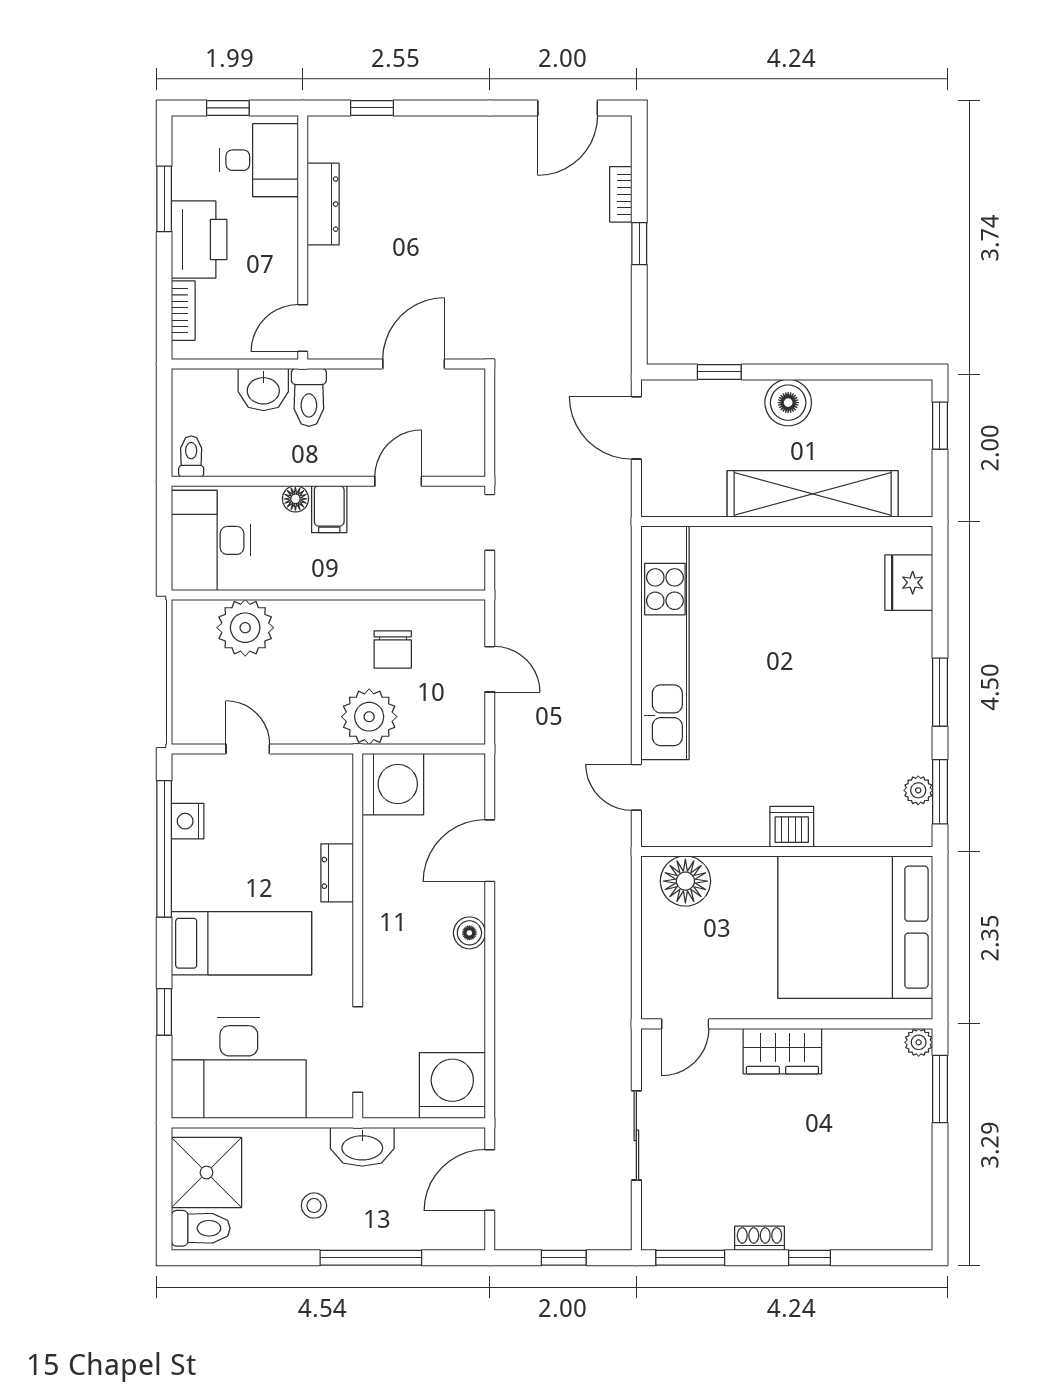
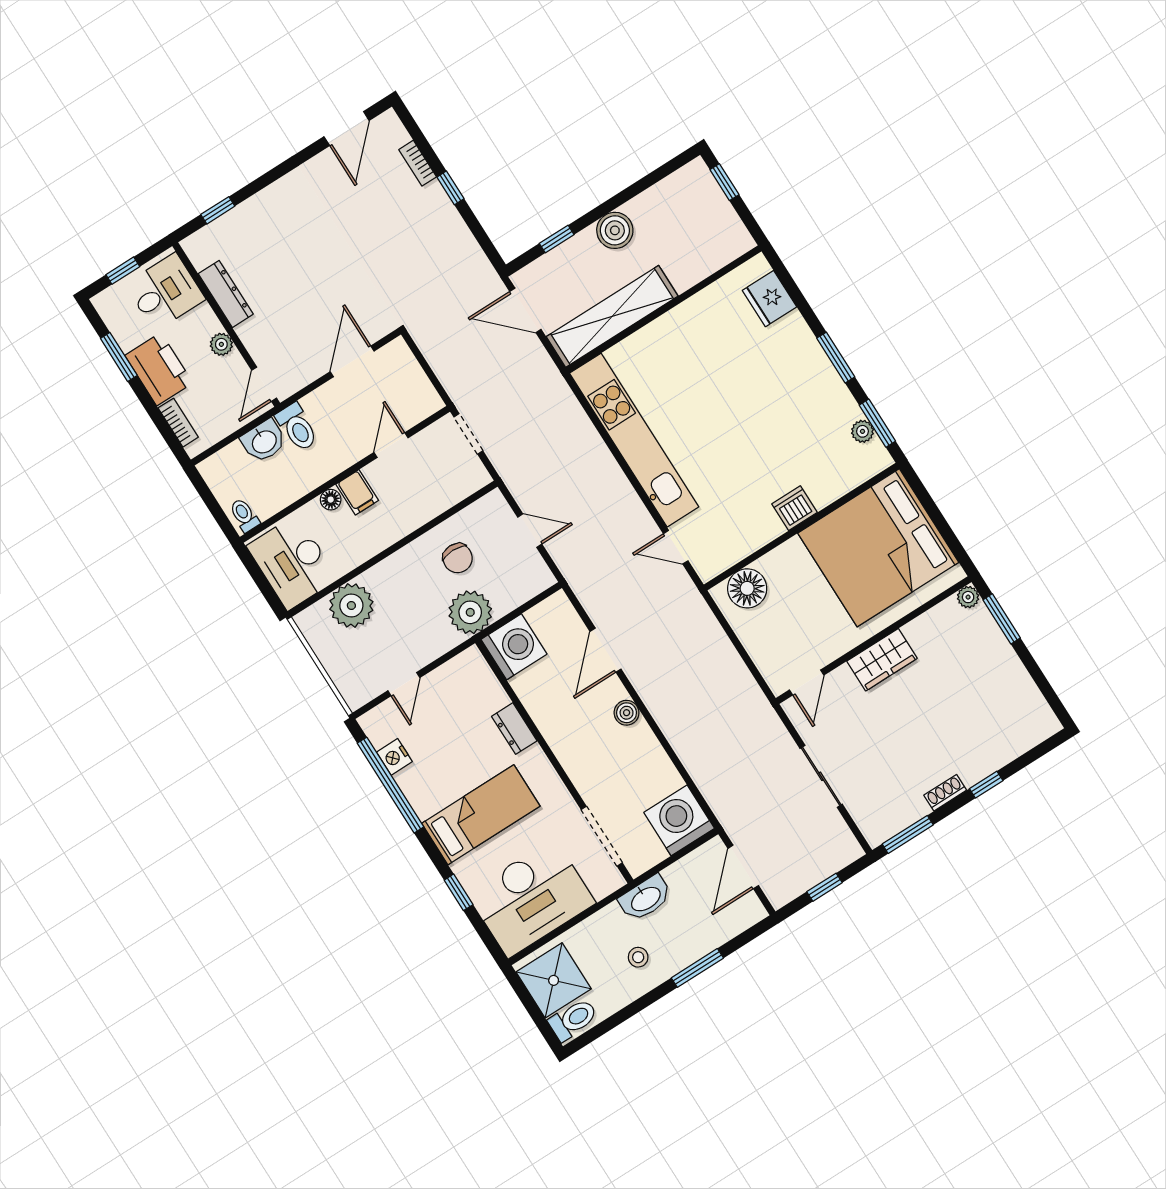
plant: (284, 256) -> (221, 344), added
shelving: (813, 494) -> (612, 316), moved
door: (248, 749) -> (404, 684), swing flipped
window: (371, 1258) -> (697, 968), width x0.69

